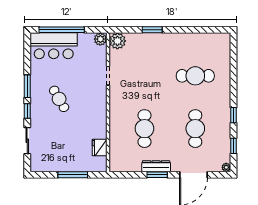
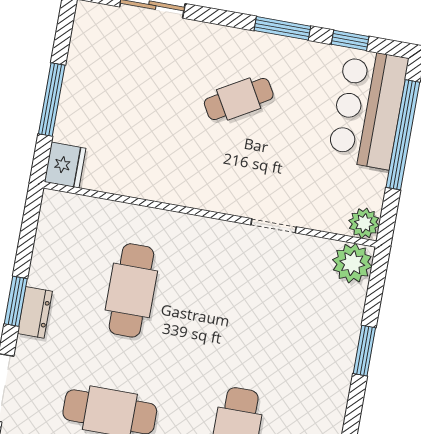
window: (27, 111) -> (350, 40), moved
cafe table: (144, 129) -> (131, 290), turned 90
fridge: (100, 148) -> (65, 165), moved, turned 90
dresser: (156, 166) -> (35, 312), width x0.70

